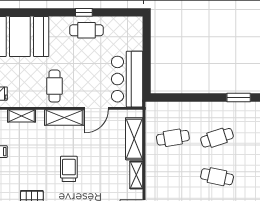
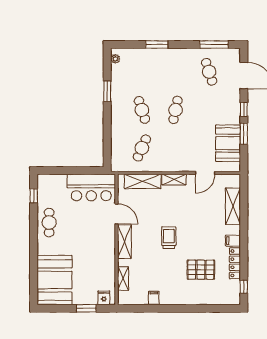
window: (84, 12) -> (34, 196), moved
cafe table: (54, 86) -> (97, 250), removed
cafe table: (173, 138) -> (142, 148), turned 33
trolley: (69, 169) -> (169, 238), turned 90

